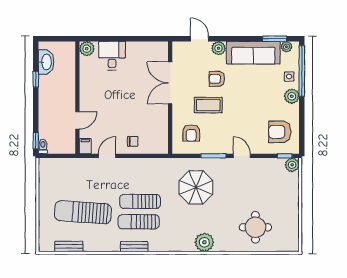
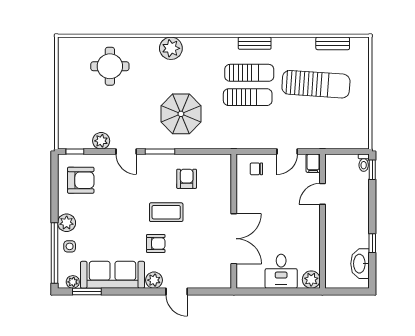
double door: (170, 83) -> (234, 239), moved
wall: (170, 98) -> (234, 221), moved
plant: (292, 165) -> (101, 141), moved

